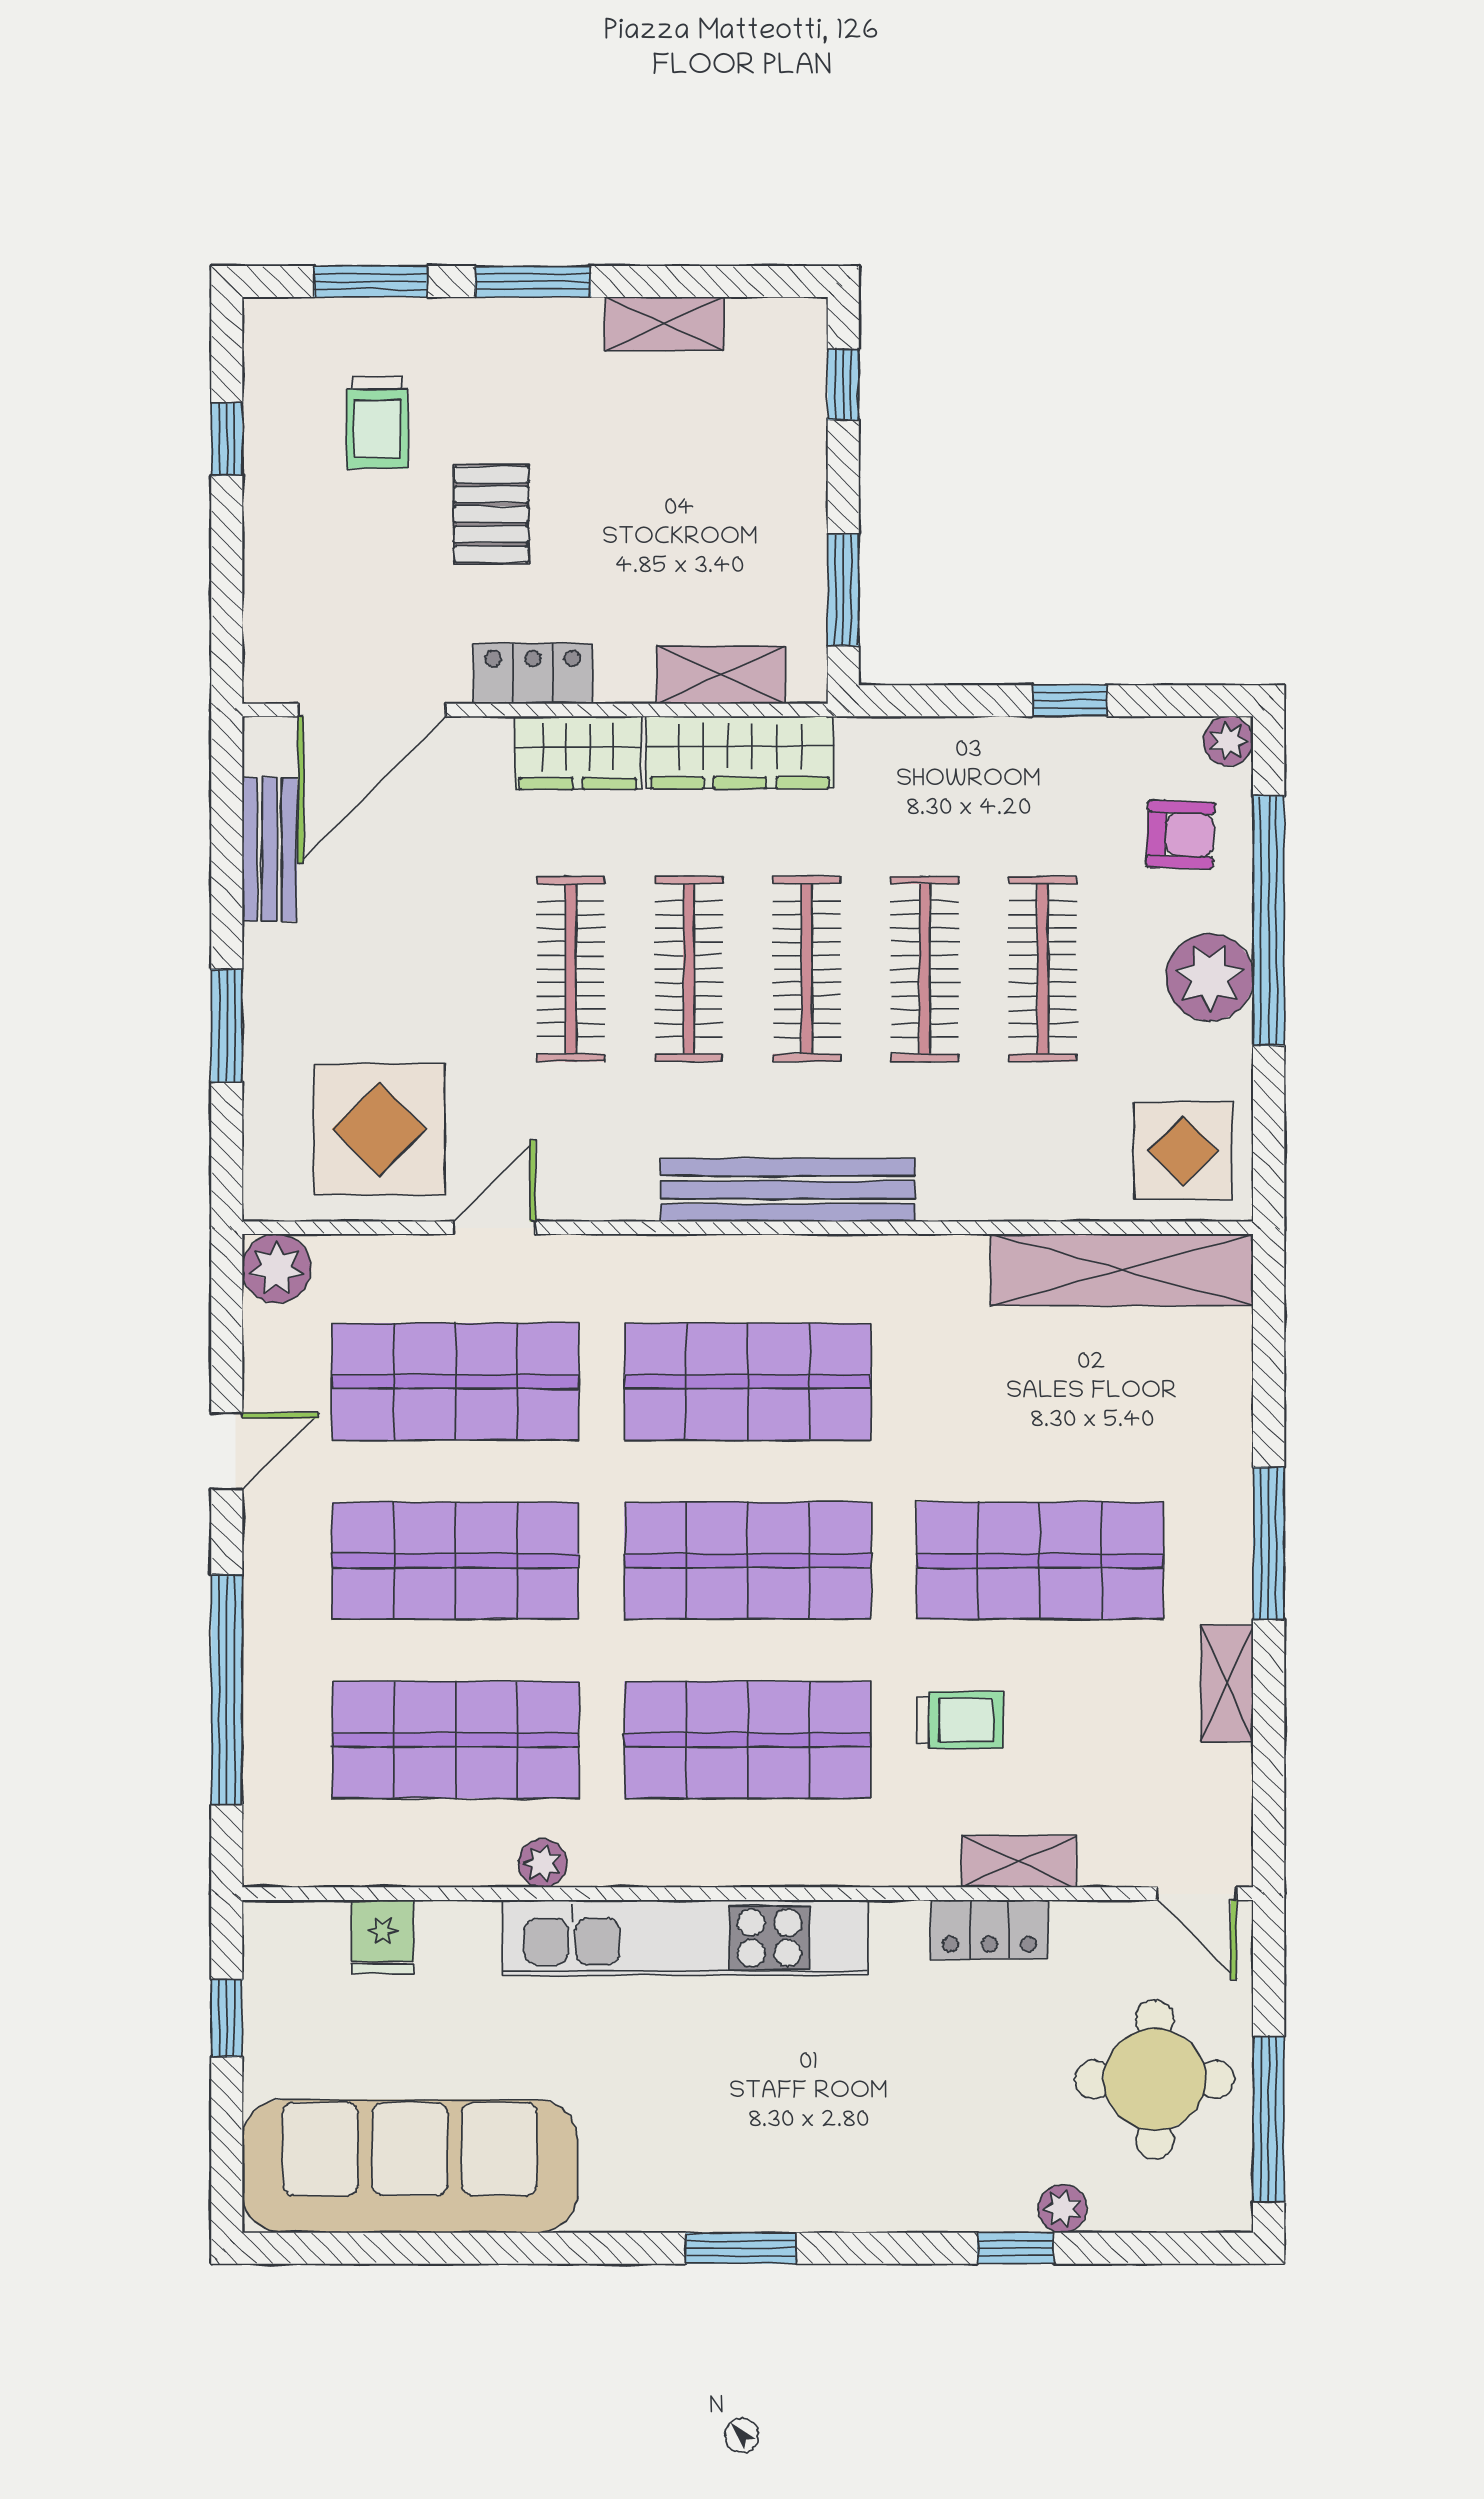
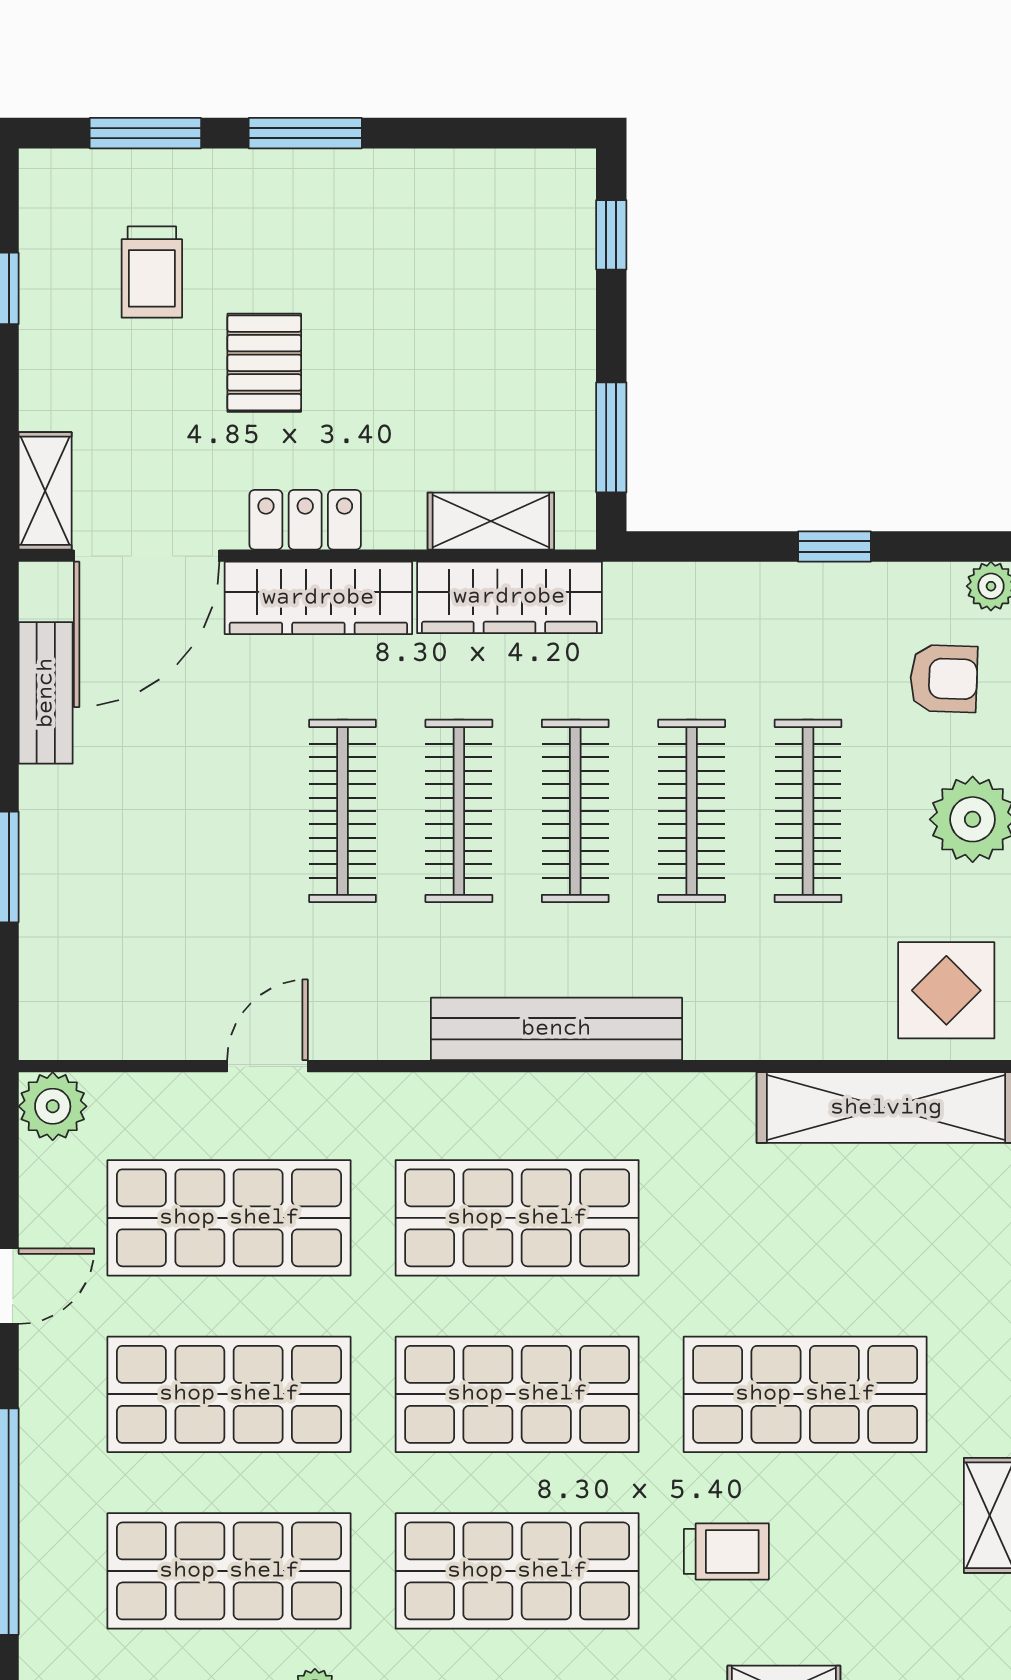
shelving: (664, 324) -> (45, 491), moved, turned 90
wardrobe: (578, 753) -> (318, 598), width x1.50
display table: (379, 1129) -> (154, 969), removed

